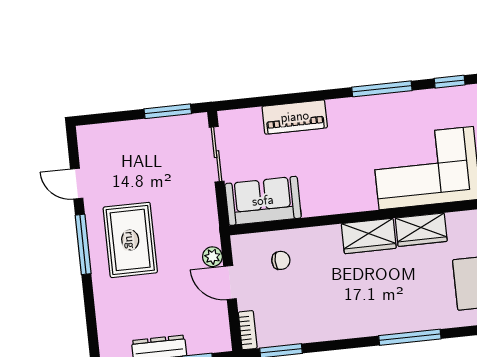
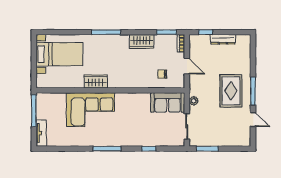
window: (450, 82) -> (149, 149), moved
piano: (295, 117) -> (149, 140), removed
wardrobe: (369, 236) -> (142, 42), moved, turned 180
plant: (212, 257) -> (194, 101), moved

